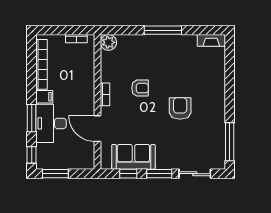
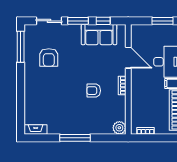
armchair: (180, 108) -> (49, 57), moved

